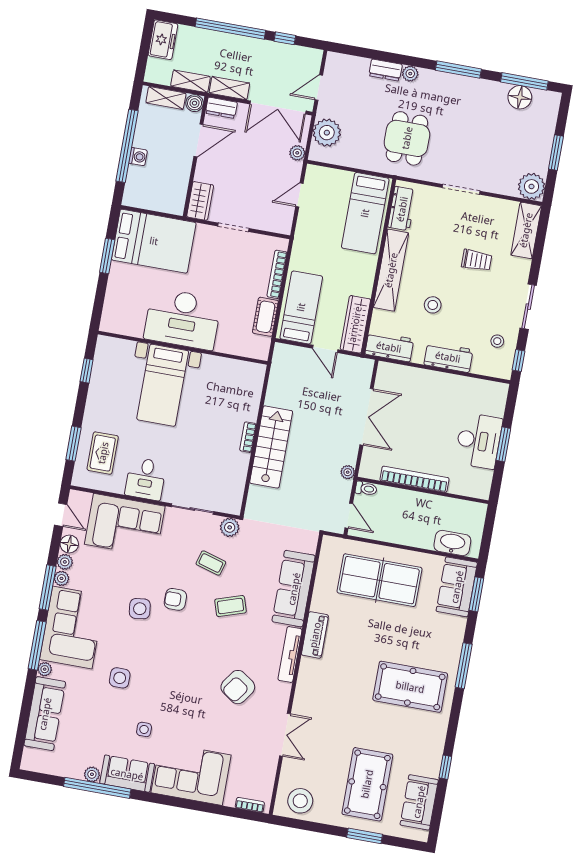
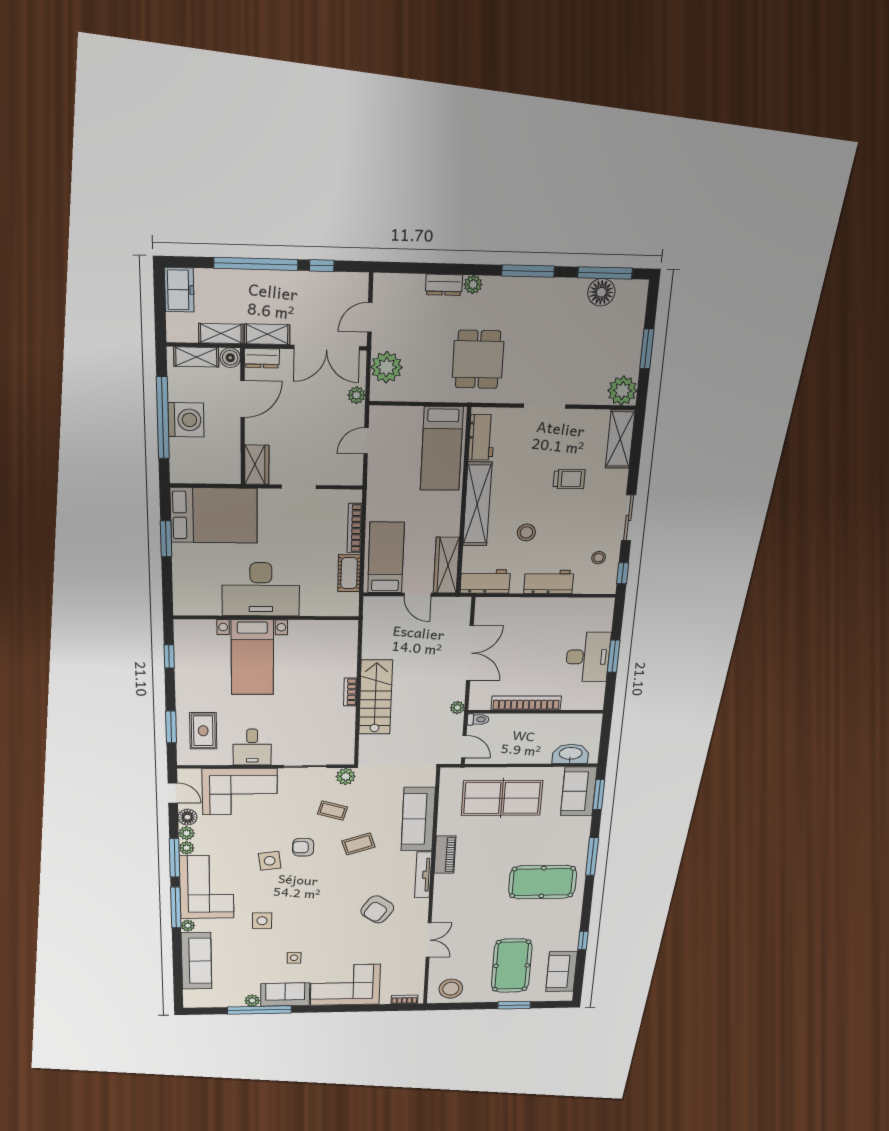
washing machine: (138, 157) -> (186, 420), width x1.89, depth x1.89

